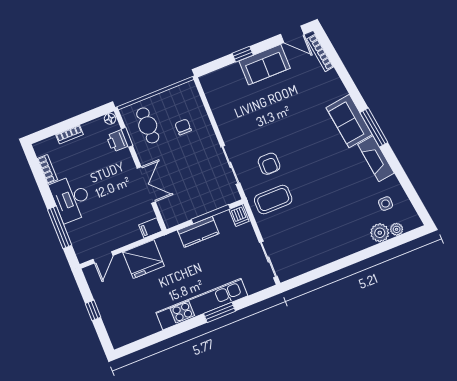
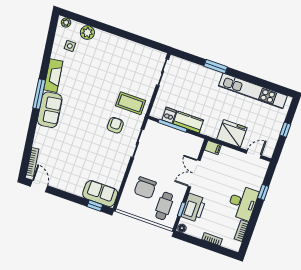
window: (243, 54) -> (95, 206), moved
sofa: (265, 65) -> (100, 194), moved
chair: (183, 127) -> (145, 188), width x1.87, depth x1.87
printer: (117, 141) -> (194, 208), width x1.87, depth x1.48
dishwasher: (239, 215) -> (169, 115), moved
window: (60, 227) -> (263, 192), width x0.46
plant: (397, 229) -> (66, 23), moved
kitchen unit: (202, 304) -> (253, 91), moved

